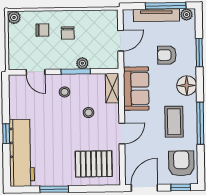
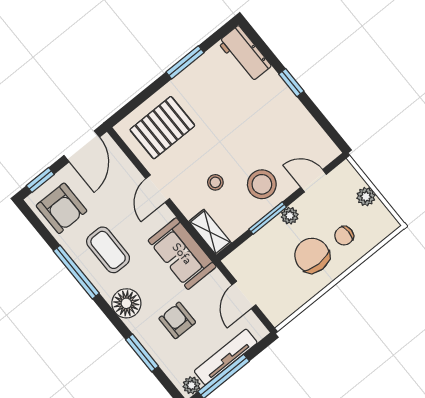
plant: (14, 17) -> (366, 197), moved
chair: (68, 33) -> (312, 255), width x1.87, depth x1.87
armchair: (167, 55) -> (177, 320), turned -90
plant: (82, 63) -> (290, 216), moved
stool: (65, 92) -> (262, 184), width x1.89, depth x1.89
workbench: (22, 153) -> (245, 54), width x0.53, depth x0.76

